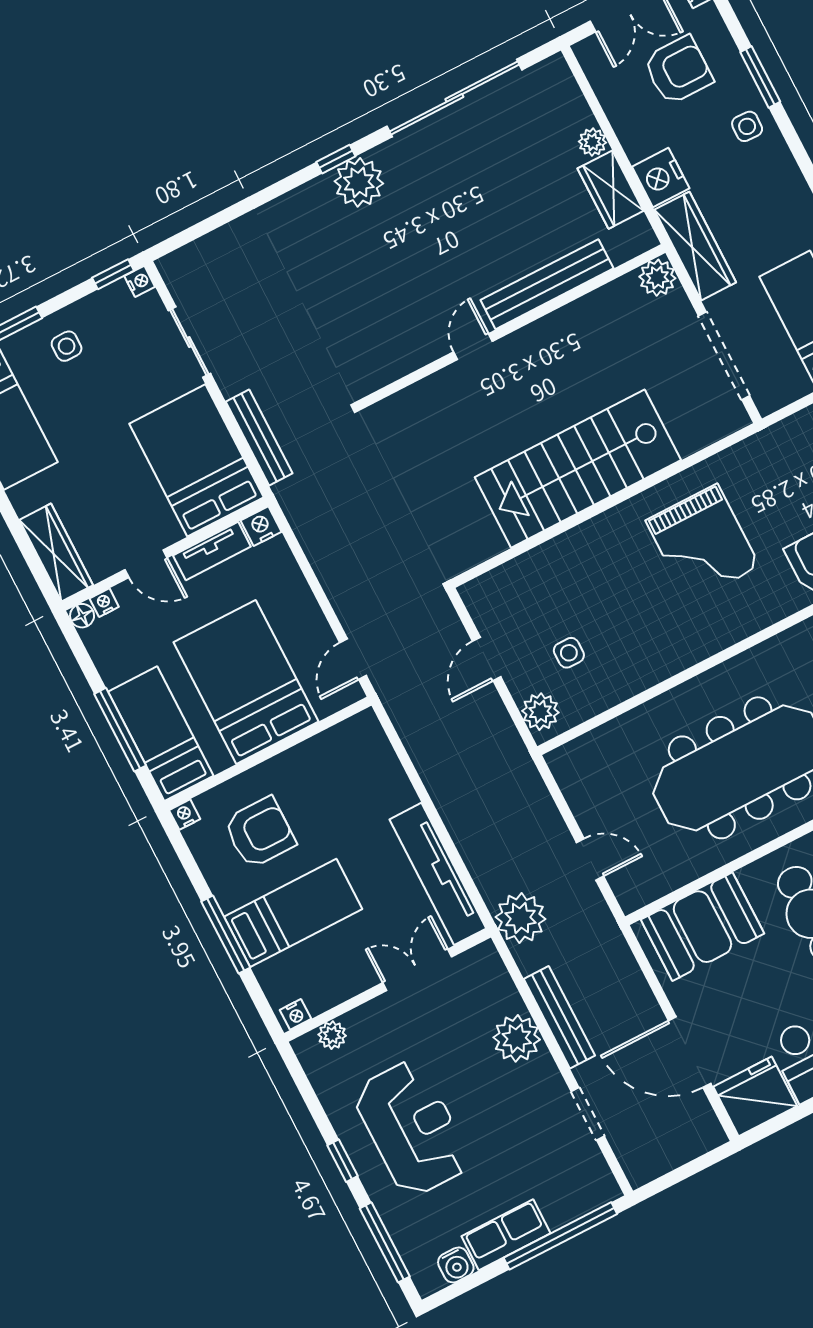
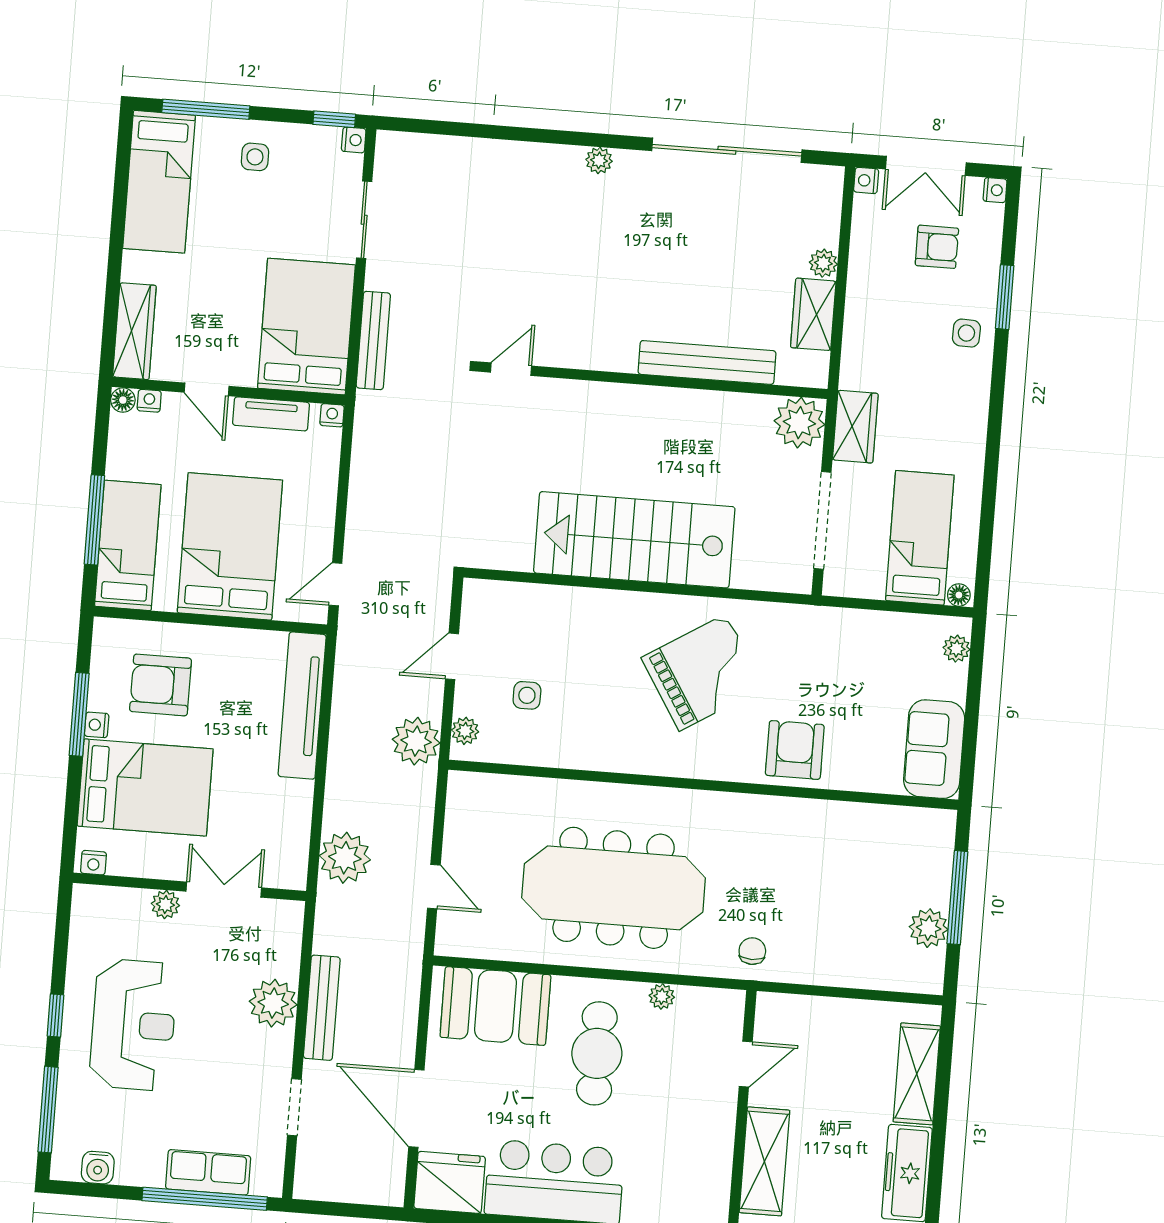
armchair: (678, 70) -> (937, 247), width x0.72, depth x0.72
window: (336, 159) -> (591, 139), removed
nightstand: (661, 177) -> (866, 180), moved, width x0.53, depth x0.56
plant: (359, 182) -> (599, 160), width x0.53, depth x0.53
wardrobe: (695, 246) -> (855, 427), width x0.67
plant: (657, 278) -> (799, 423), width x1.36, depth x1.36
door: (473, 347) -> (511, 369), moved
nightstand: (261, 526) -> (332, 415), width x0.72, depth x0.74
grand piano: (703, 544) -> (703, 672), turned -122
plant: (540, 712) -> (465, 731), width x0.73, depth x0.73
plant: (501, 748) -> (416, 741), added
nightstand: (185, 815) -> (97, 725), moved, turned -90
armchair: (260, 833) -> (161, 685), turned 180
tv unit: (438, 874) -> (302, 706), moved
bed: (293, 913) -> (145, 788), width x1.50
plant: (520, 918) -> (345, 858), moved
window: (226, 934) -> (79, 714), moved
plant: (332, 1035) -> (165, 905), moved
row of seats: (506, 1235) -> (208, 1172), moved

